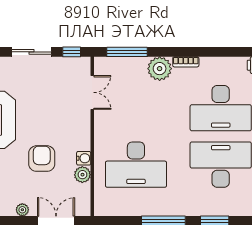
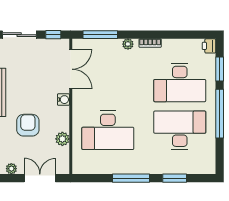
plant: (160, 69) -> (128, 44), width x0.53, depth x0.53
double door: (92, 92) -> (71, 69), width x1.37
water cooler: (84, 158) -> (63, 100), moved

